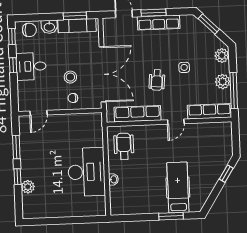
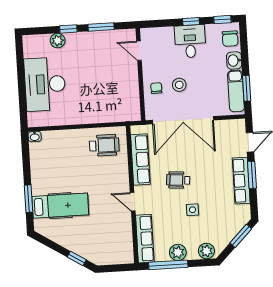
desk: (87, 172) -> (45, 84), moved, turned 90
washbasin: (113, 179) -> (35, 137), moved

